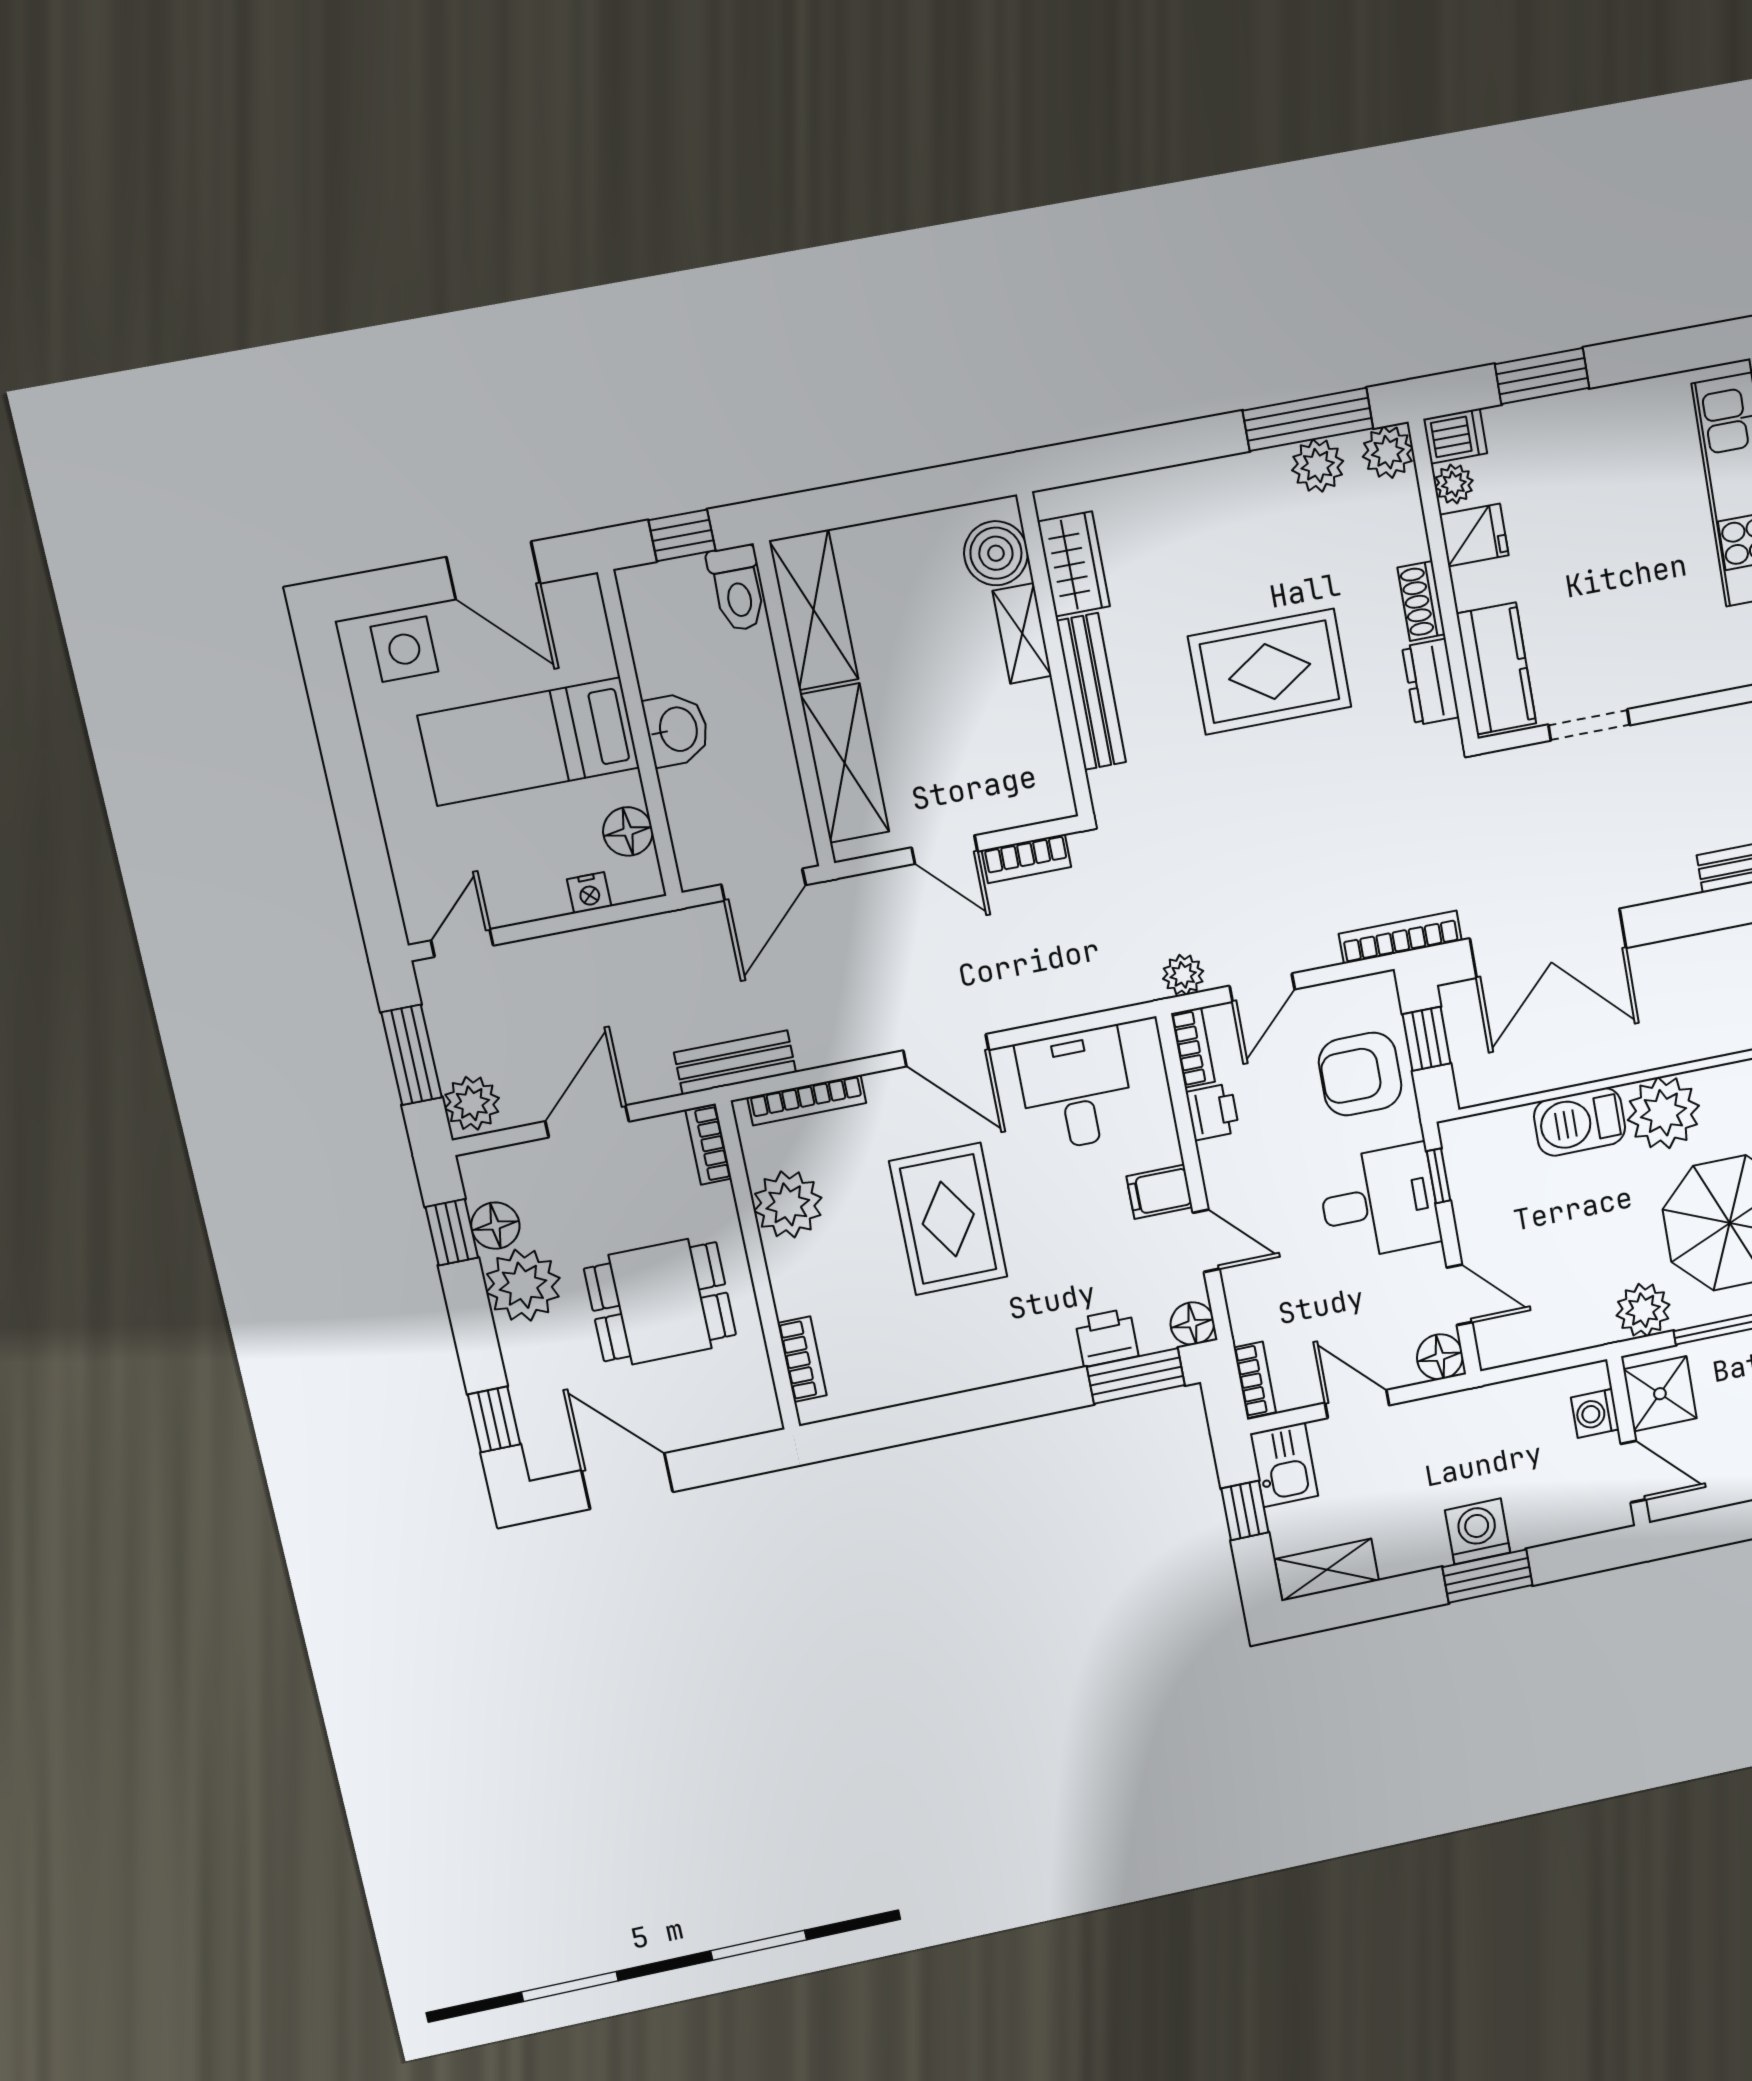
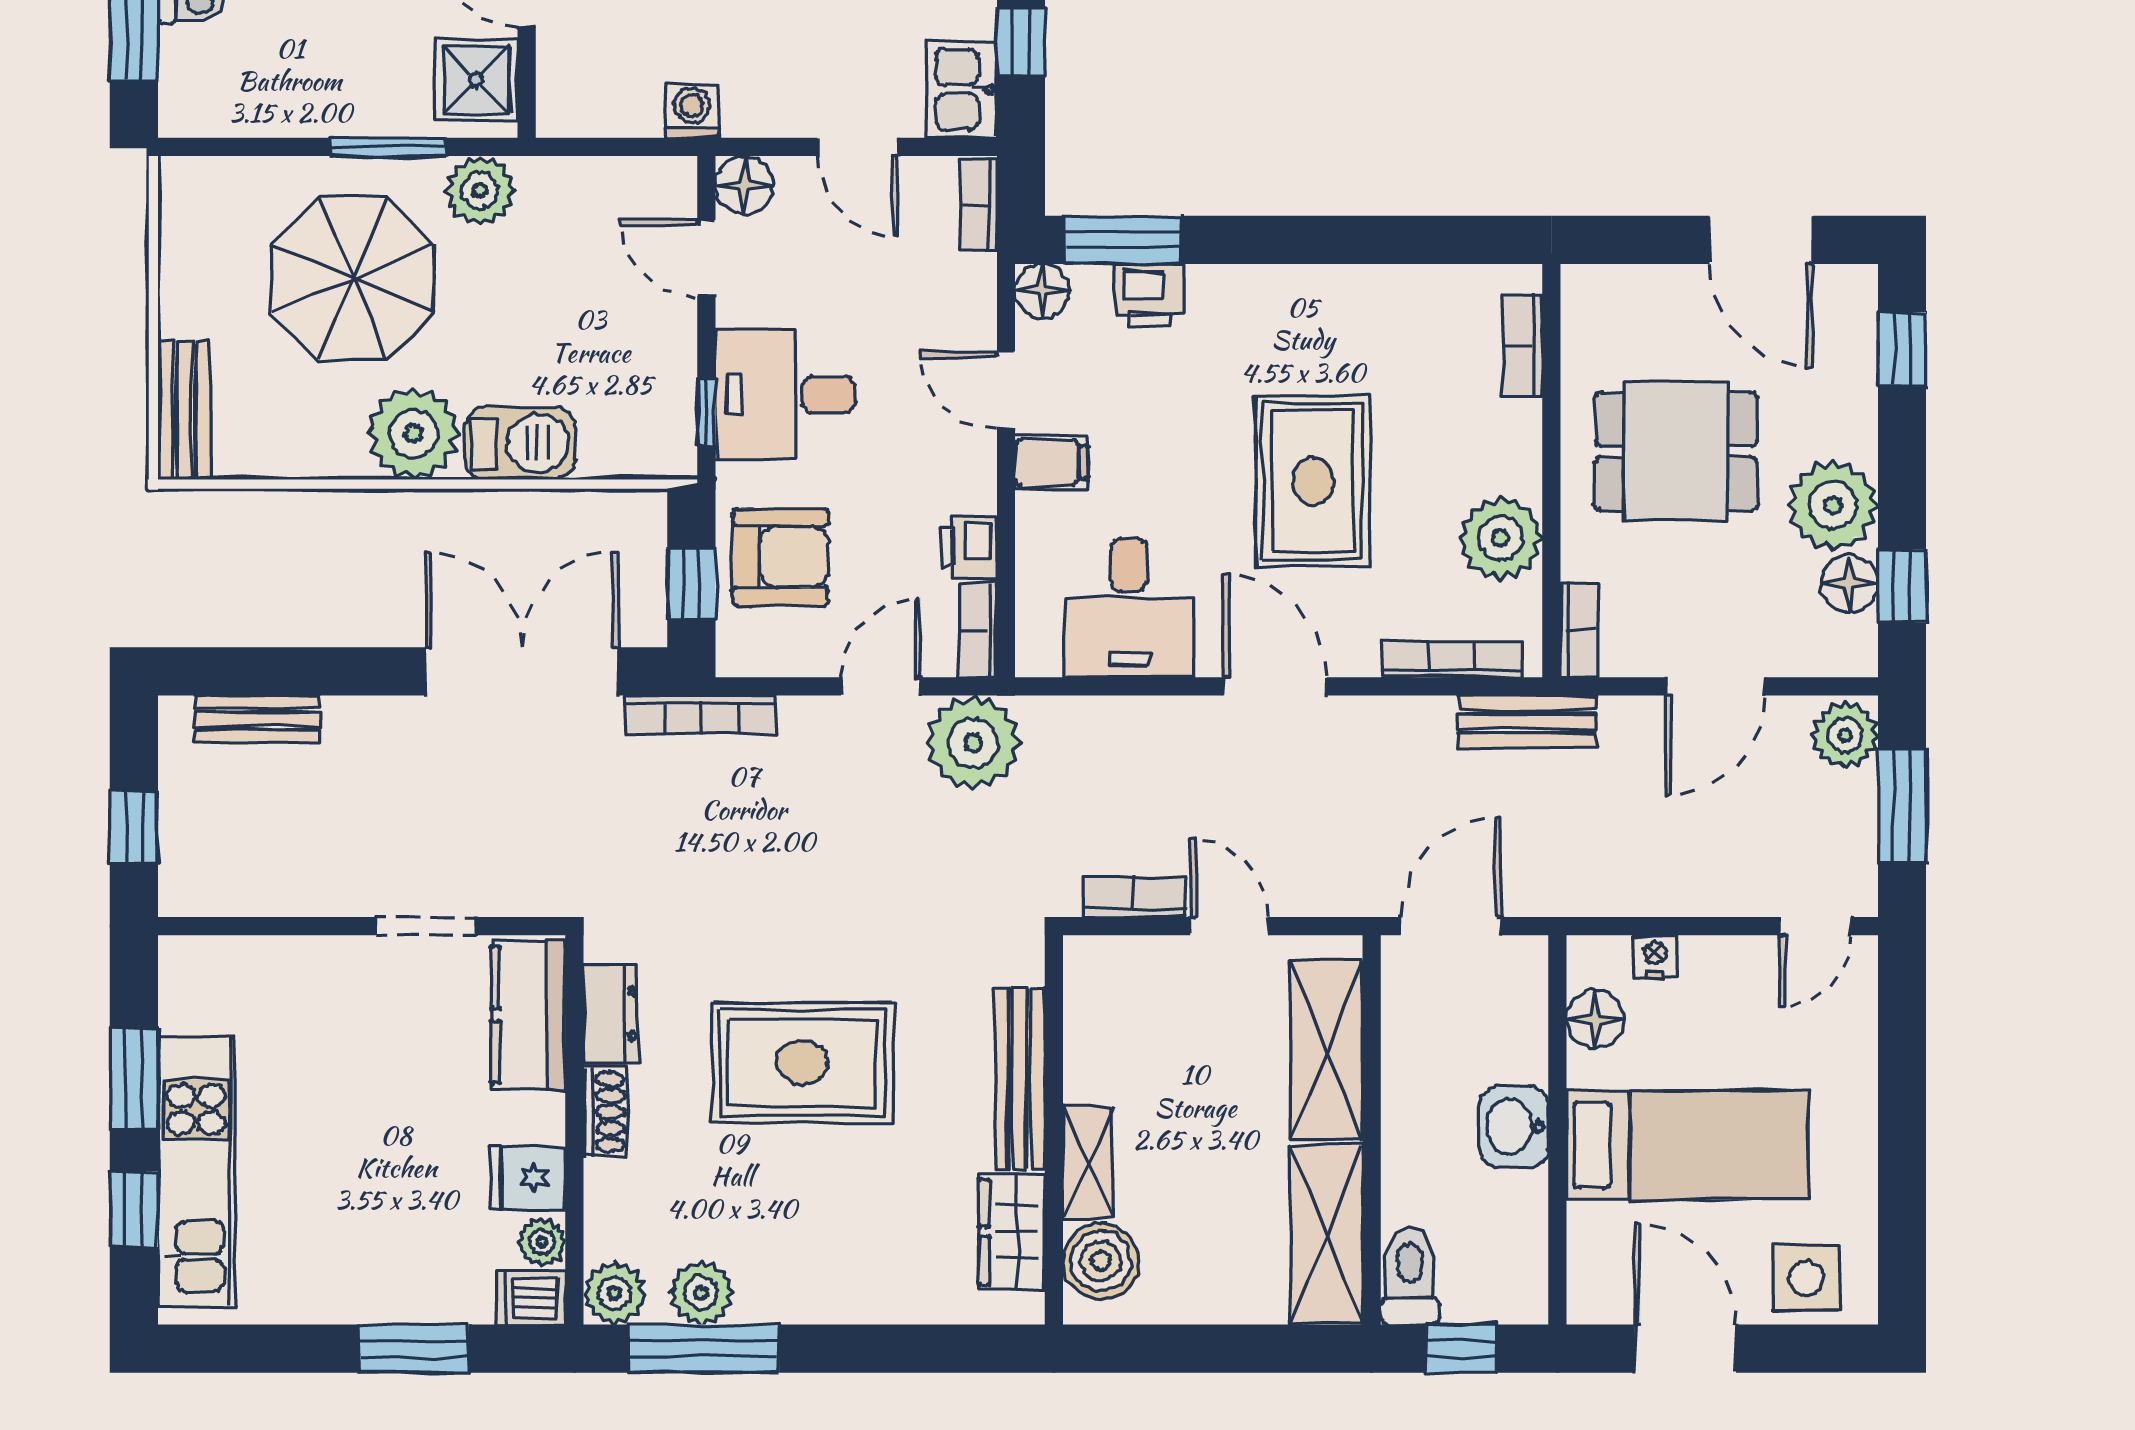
plant: (1183, 975) -> (973, 743), width x1.87, depth x1.87
washing machine: (1595, 1413) -> (692, 111), moved, turned -90

